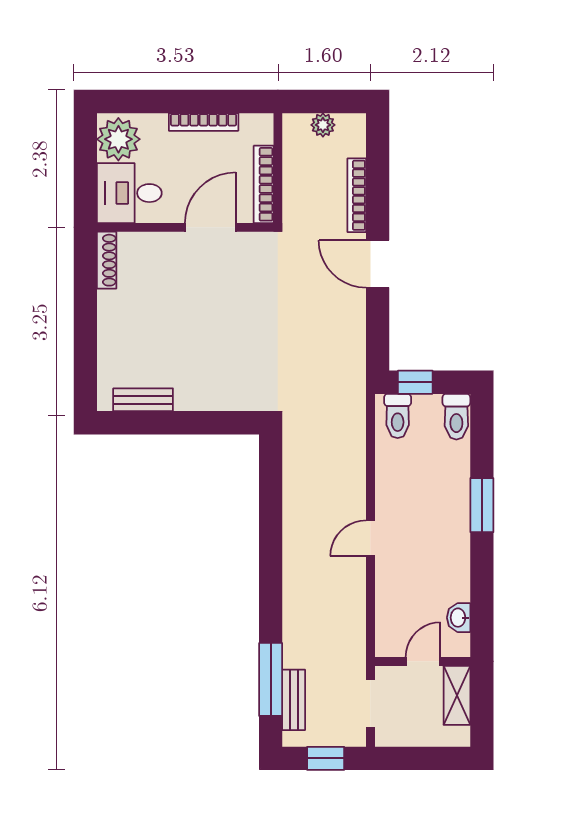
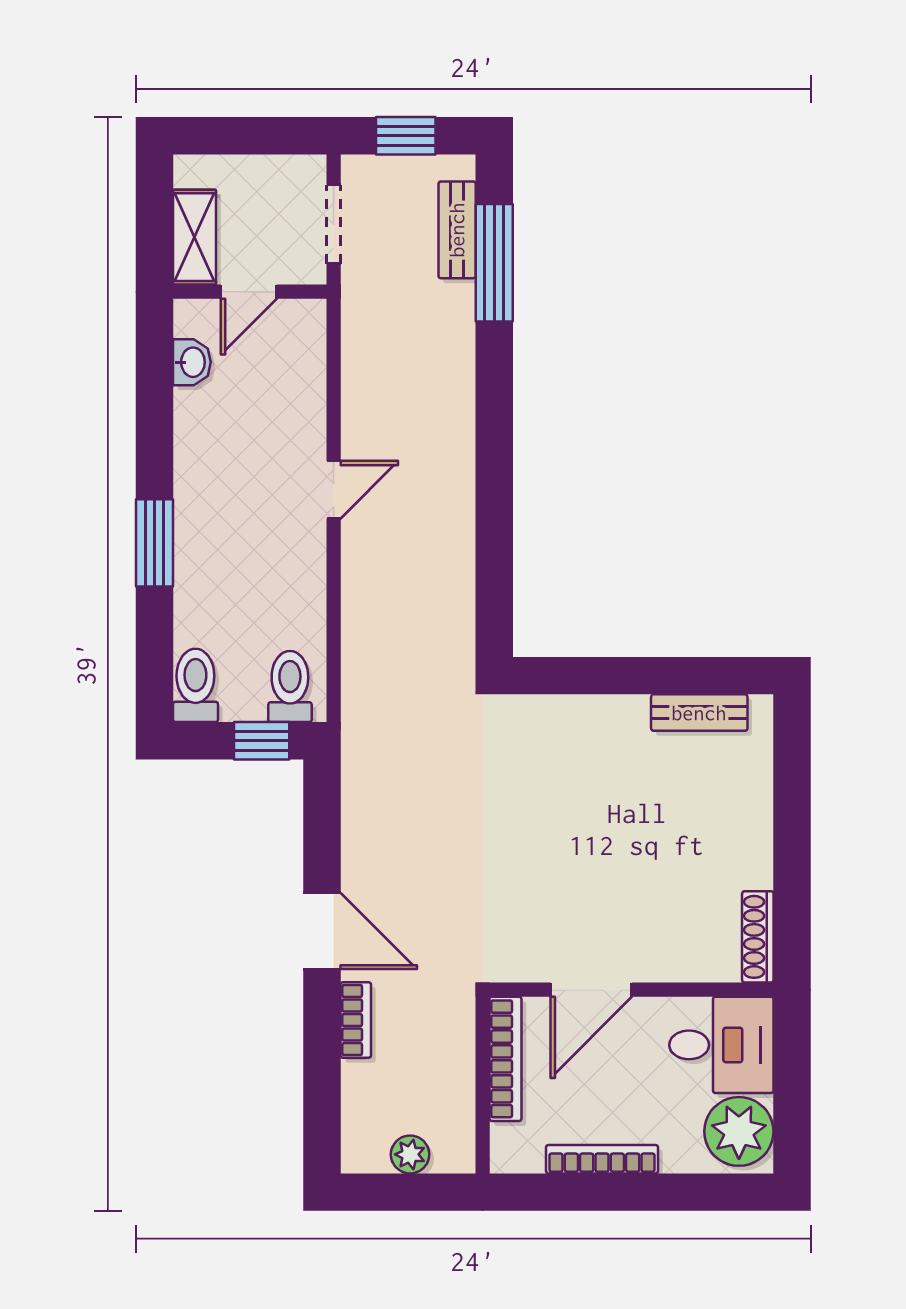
bookcase: (357, 195) -> (356, 1020), width x0.64

